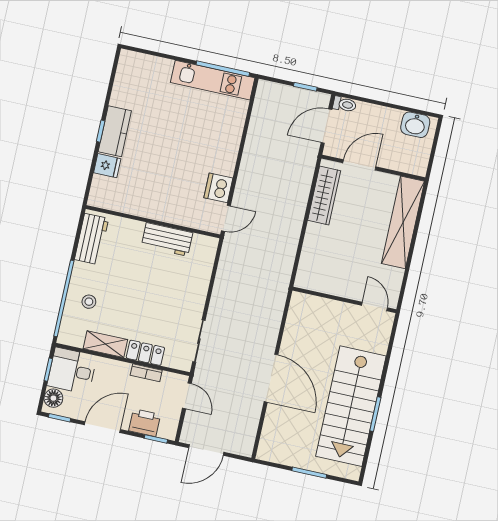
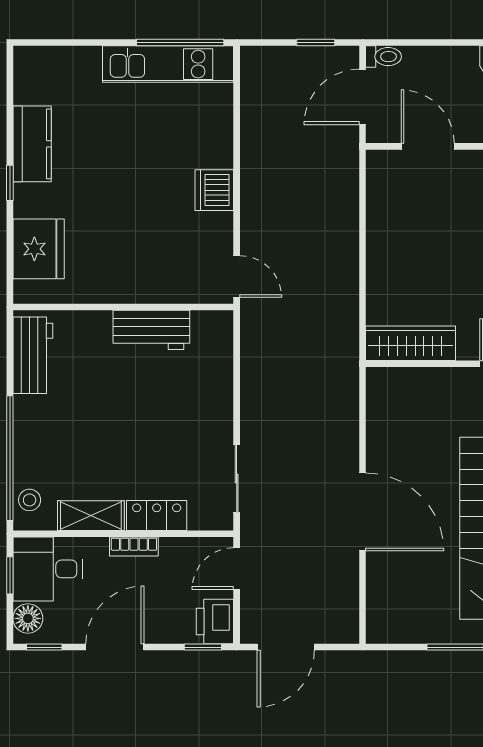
kitchen counter: (115, 131) -> (32, 144), moved
door: (359, 165) -> (428, 146), hinge flipped
fridge: (107, 166) -> (39, 249), width x1.88, depth x1.34
dishwasher: (218, 188) -> (214, 190), moved
wardrobe: (324, 195) -> (411, 343), moved, turned -90
door: (226, 218) -> (237, 276), hinge flipped
stool: (89, 302) -> (30, 500), moved
bookcase: (146, 373) -> (134, 547), moved
door: (187, 396) -> (237, 569), swing flipped
printer: (145, 423) -> (215, 622), moved, turned -90

